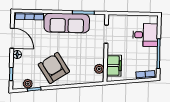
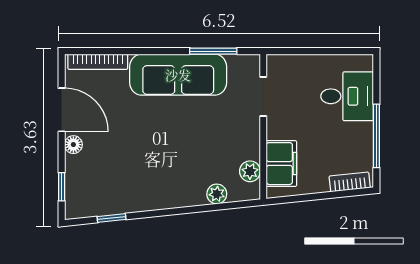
armchair: (54, 68) -> (153, 172), removed
plant: (28, 84) -> (217, 194), moved

